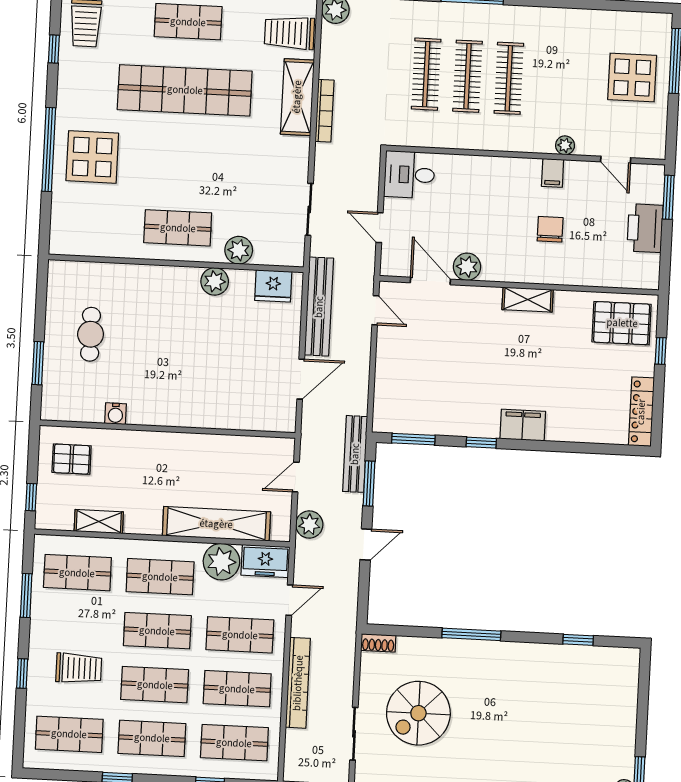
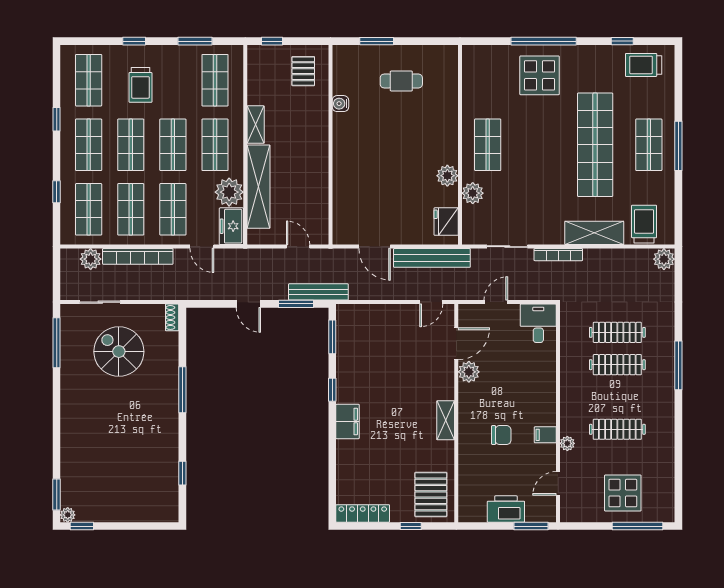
clothes rail: (509, 78) -> (617, 429), moved
bookcase: (325, 111) -> (558, 255), moved
shelving: (99, 522) -> (256, 125), moved
plant: (309, 524) -> (91, 259), moved

